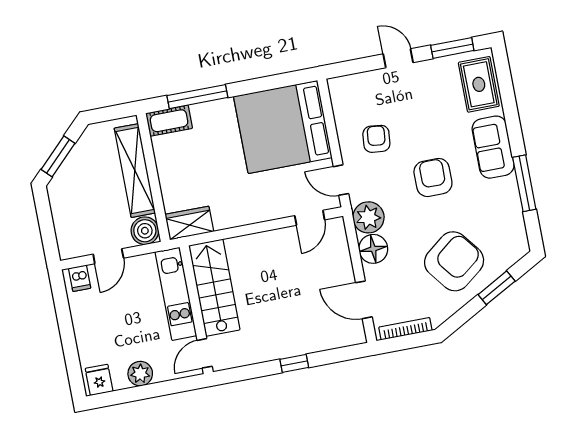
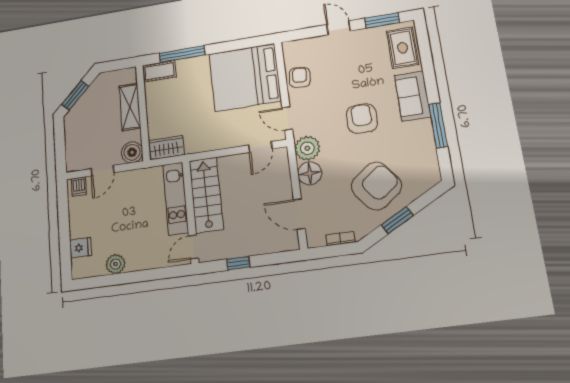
armchair: (376, 139) -> (300, 77), moved
shelving: (135, 171) -> (130, 107), width x0.68
stairs: (214, 288) -> (206, 195), moved
window: (497, 288) -> (397, 220), moved
kitchen unit: (176, 294) -> (176, 198), moved
wall: (196, 310) -> (190, 212), moved
bookcase: (405, 329) -> (340, 239), width x0.64
door: (205, 353) -> (193, 247), moved
fridge: (99, 380) -> (81, 248), moved, turned 90

